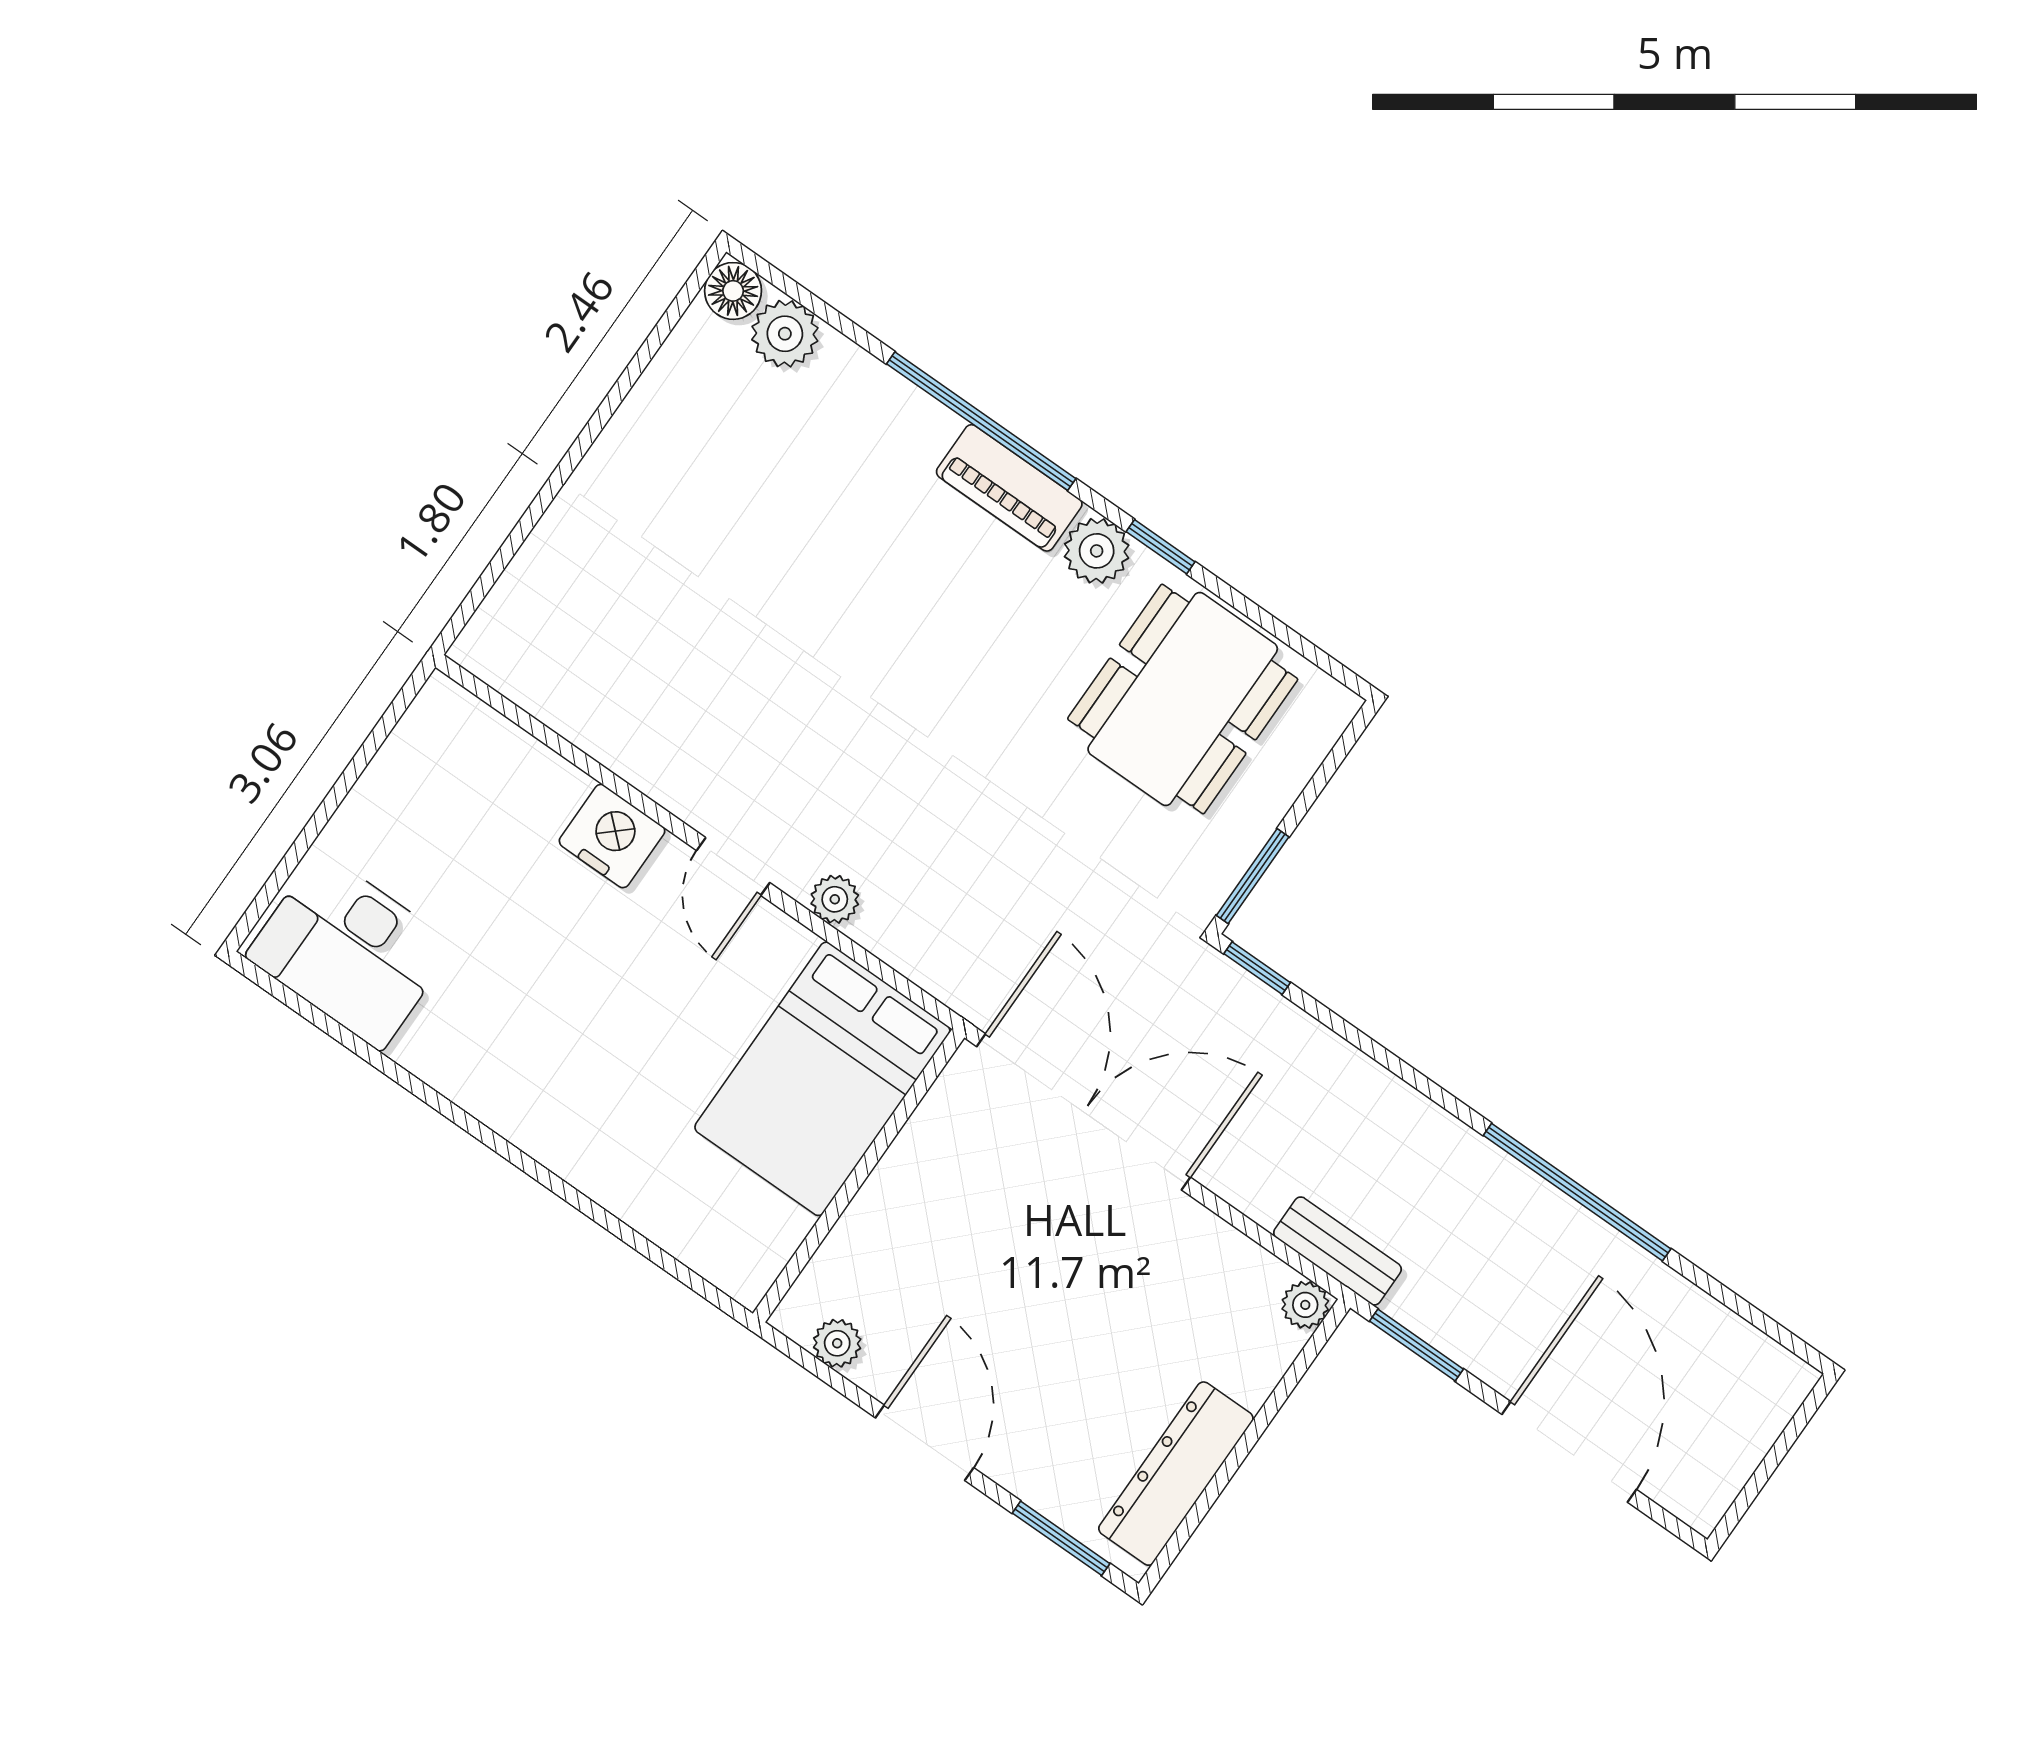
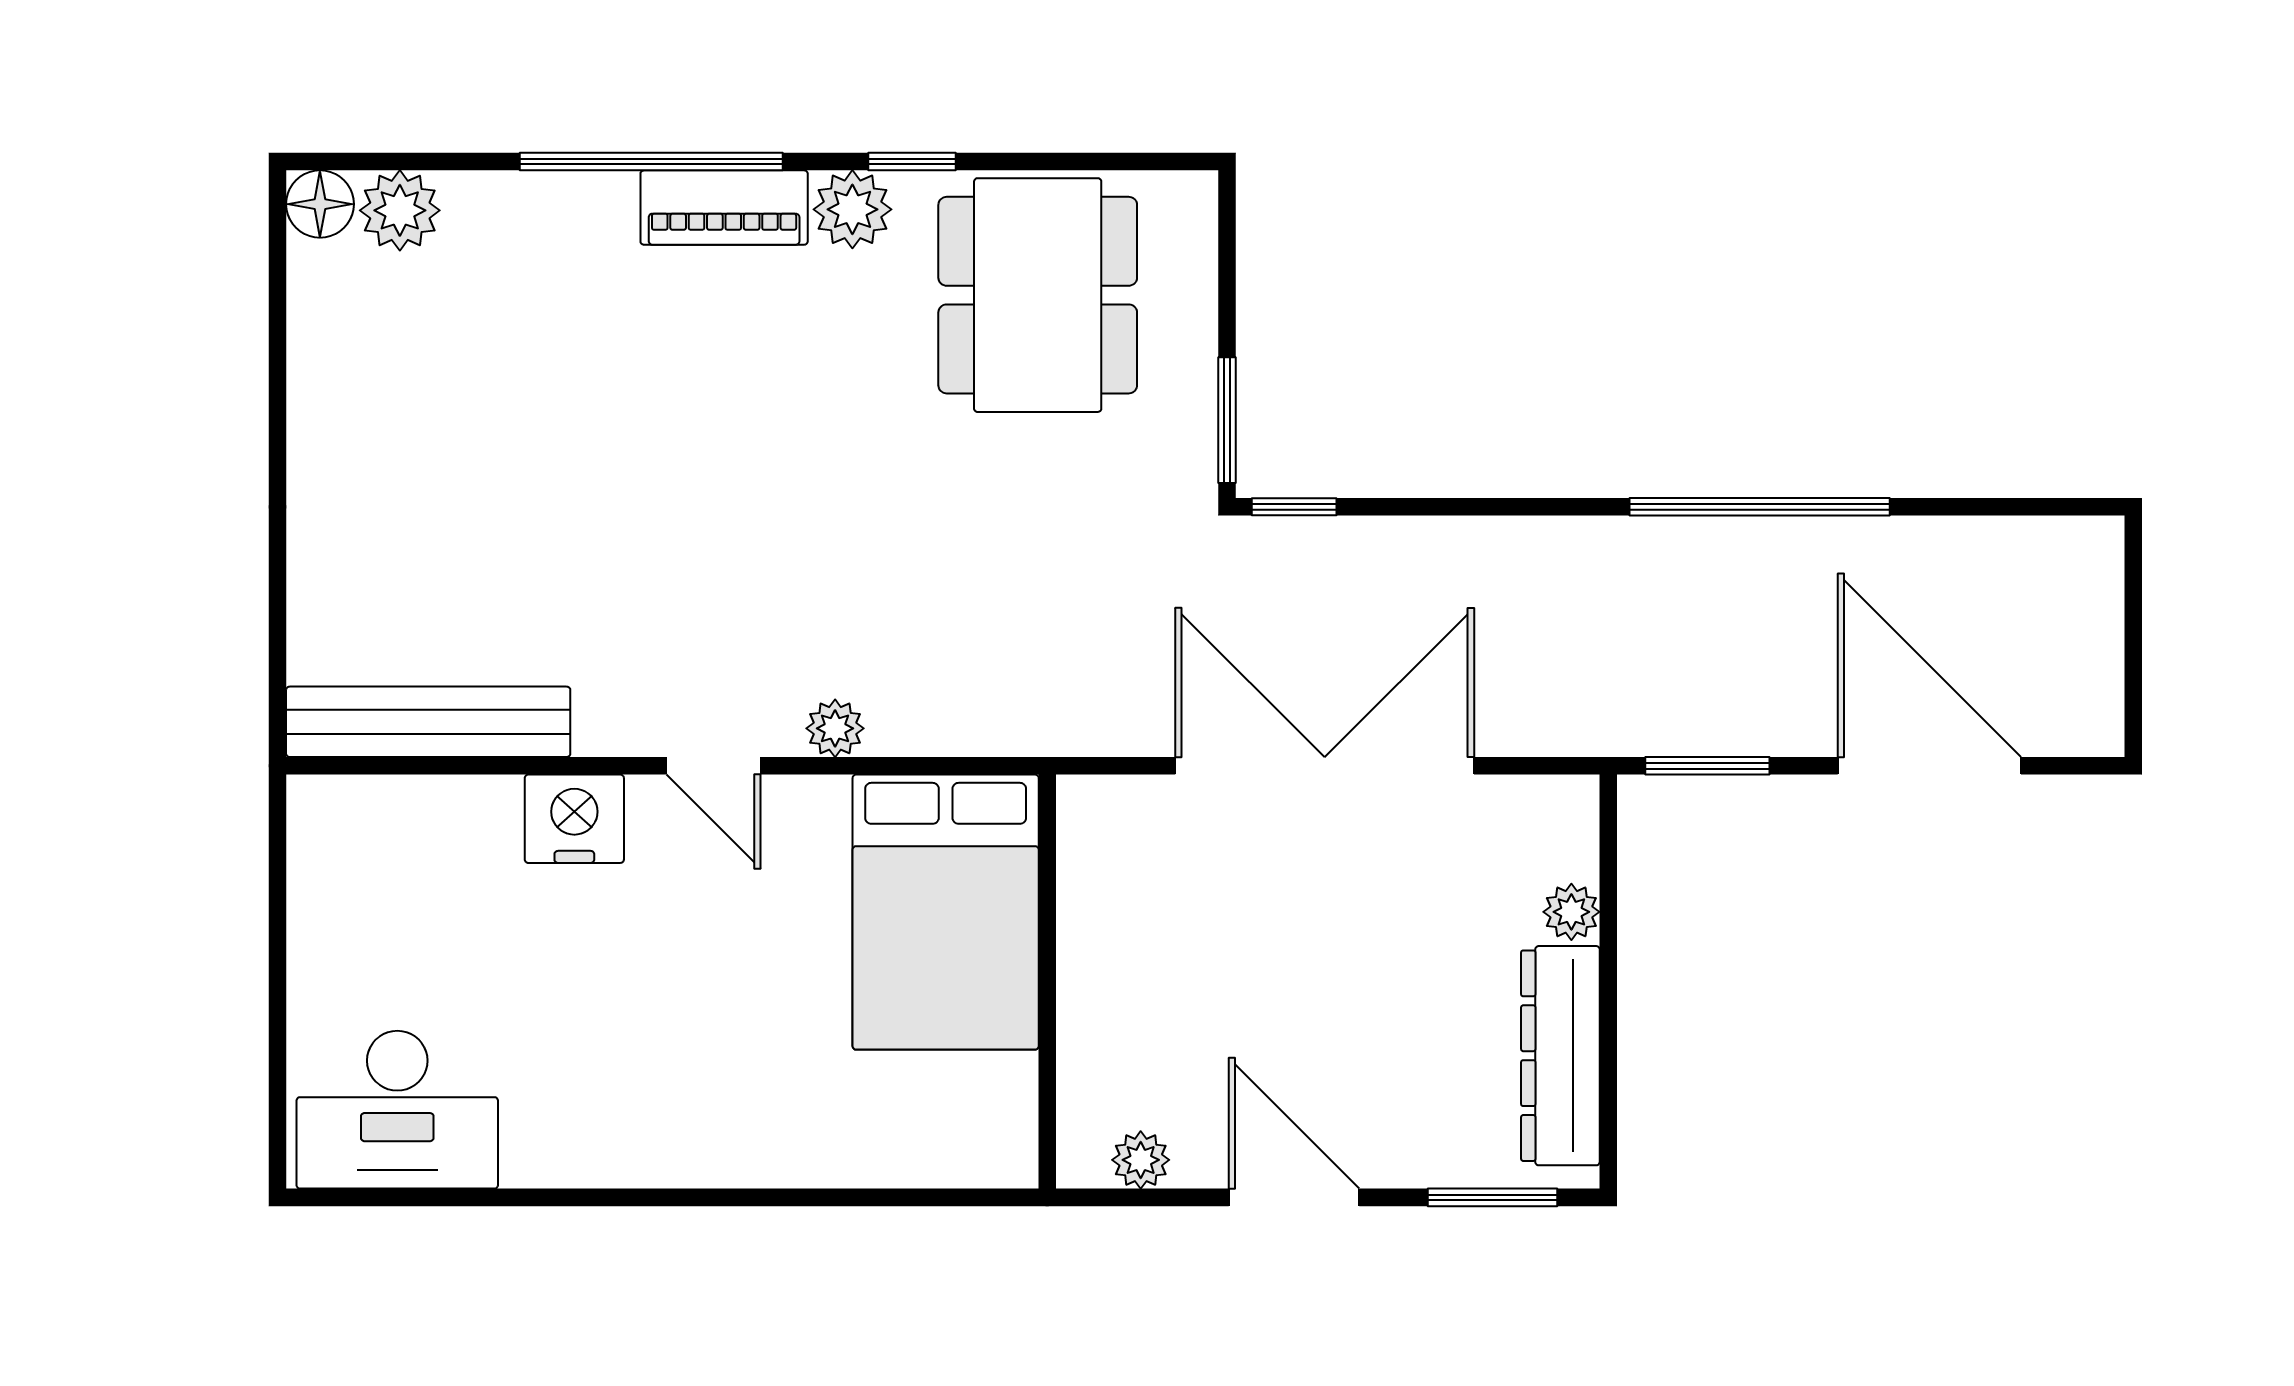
double door: (1084, 1112) -> (1325, 766), moved
bench: (1337, 1251) -> (428, 722), moved, width x1.86, depth x1.21
plant: (1305, 1305) -> (1571, 912), moved

